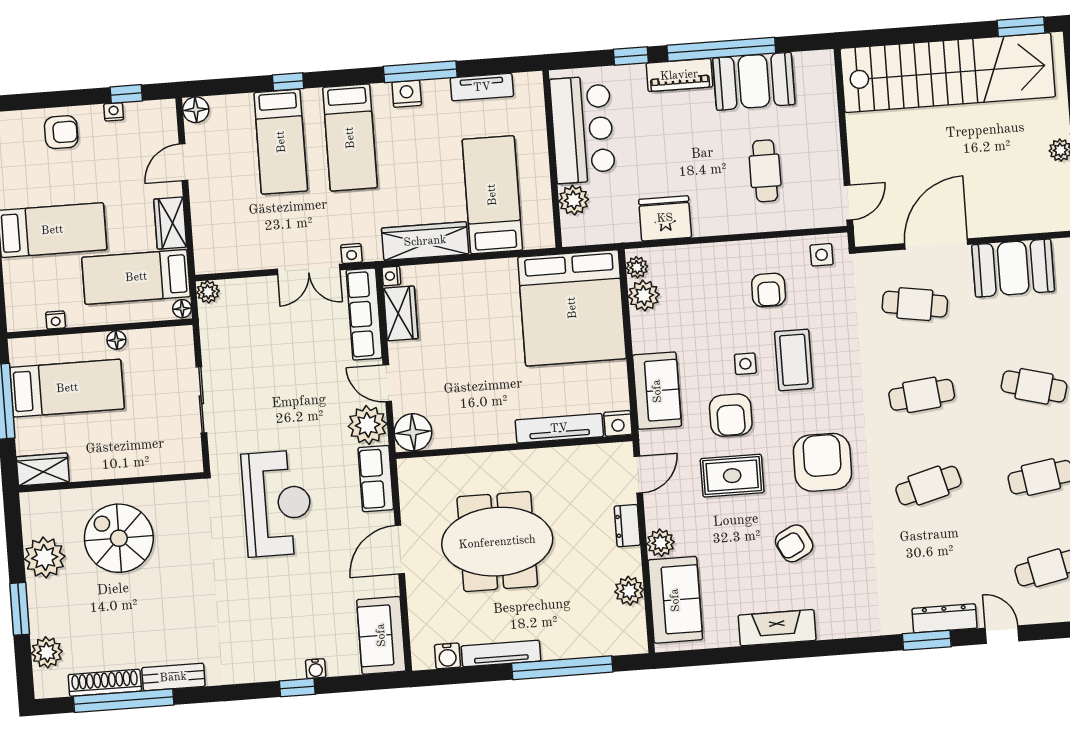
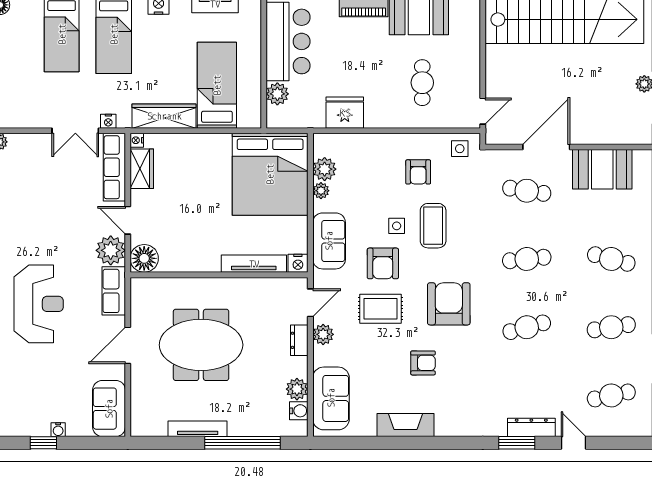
plant: (637, 267) -> (321, 191), moved
plant: (661, 543) -> (323, 334), moved
armchair: (794, 543) -> (423, 363), turned -153
water cooler: (448, 656) -> (299, 411), moved, turned -90

